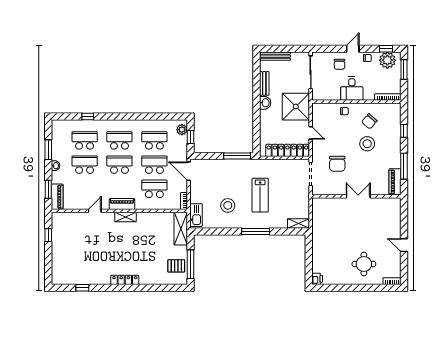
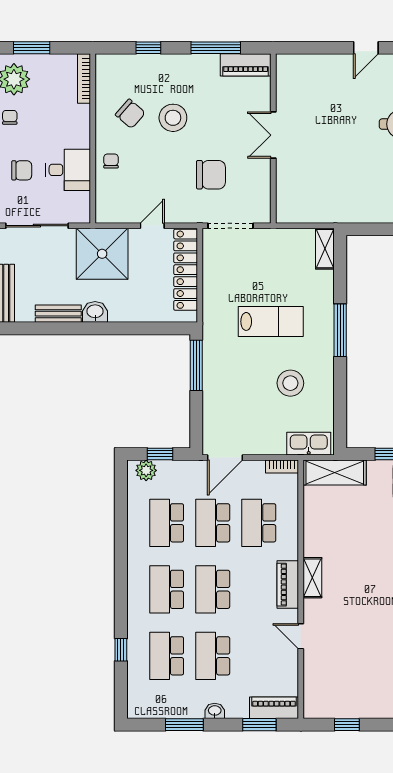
desk: (352, 89) -> (68, 170), moved

